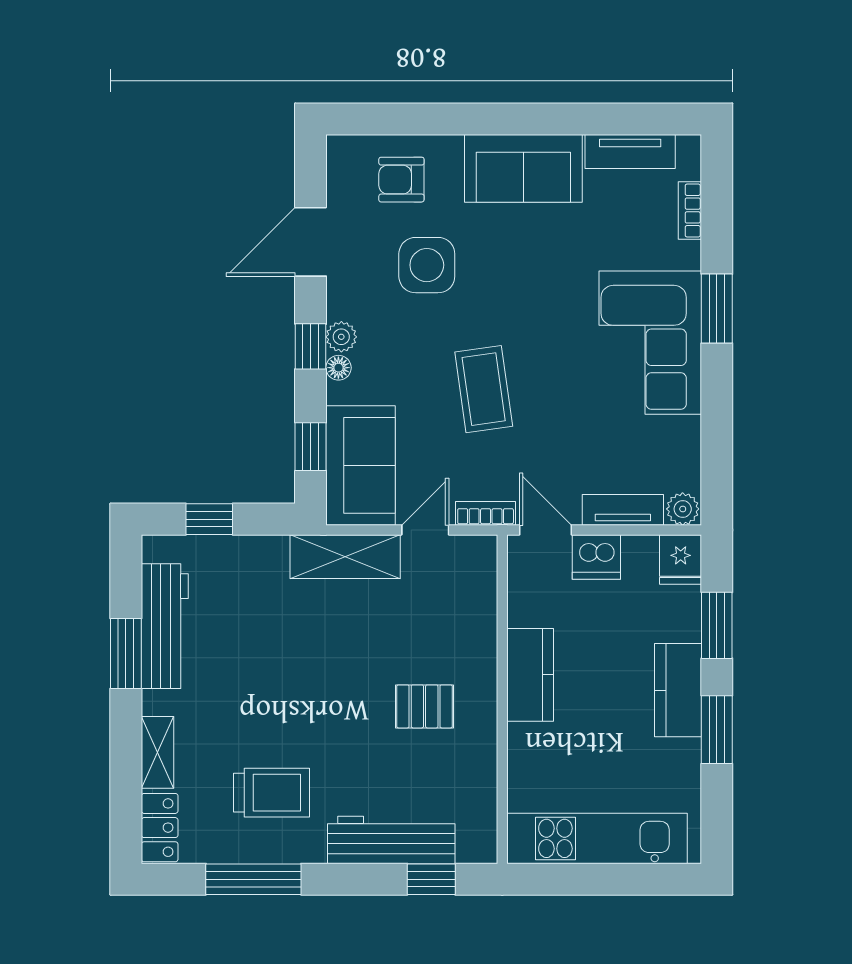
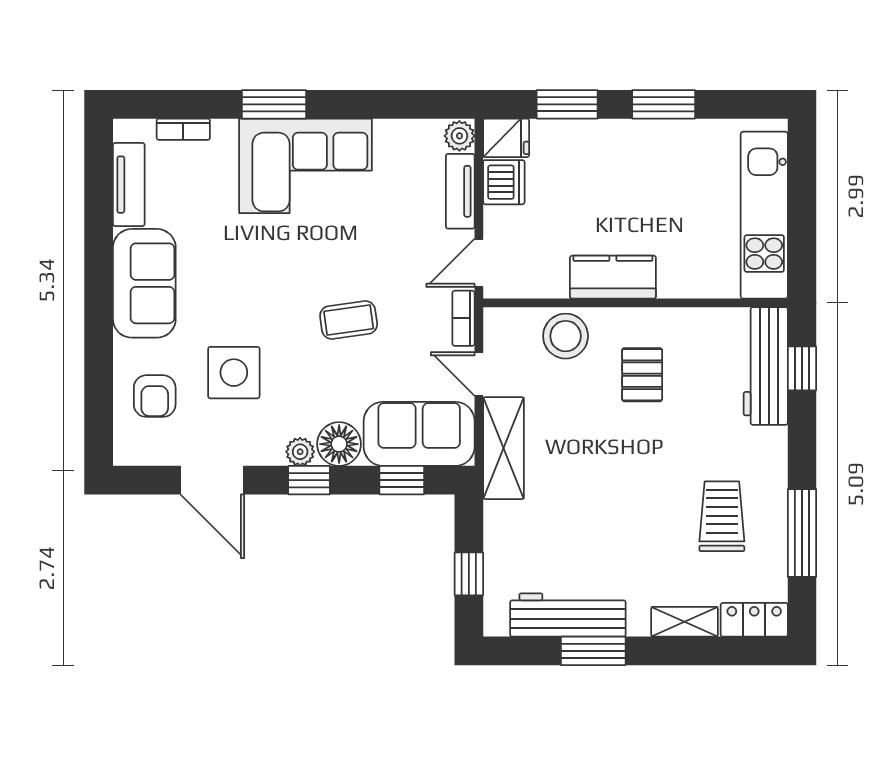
floor lamp: (338, 368) -> (339, 444), width x1.89, depth x1.89
coffee table: (484, 389) -> (349, 320), width x0.73, depth x0.77
dishwasher: (596, 557) -> (504, 182), moved
stool: (466, 624) -> (566, 336), added
kitchen counter: (678, 690) -> (627, 140), removed
workbench: (391, 840) -> (766, 366), moved

